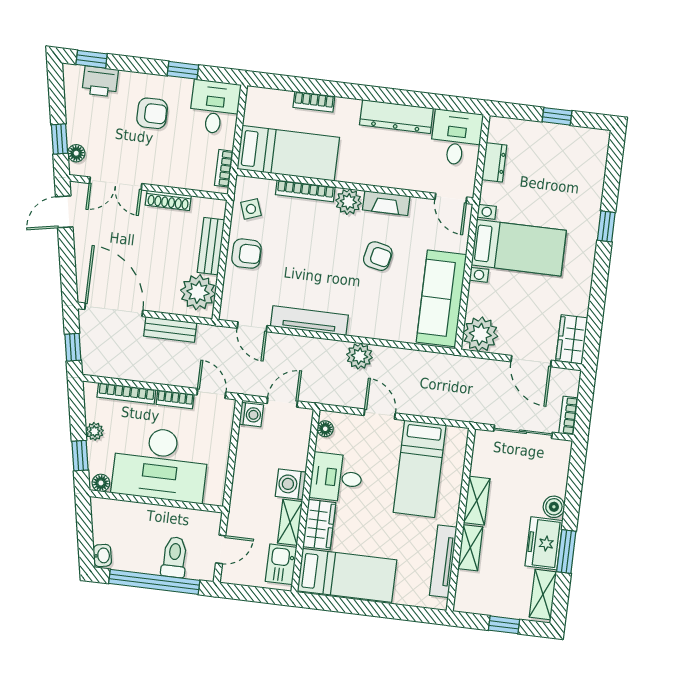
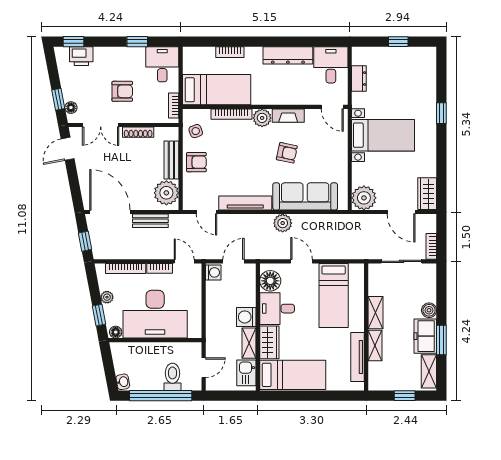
armchair: (152, 113) -> (122, 91), moved
sofa: (441, 298) -> (305, 196), moved, turned 90
floor lamp: (325, 429) -> (270, 281), width x1.89, depth x1.89

